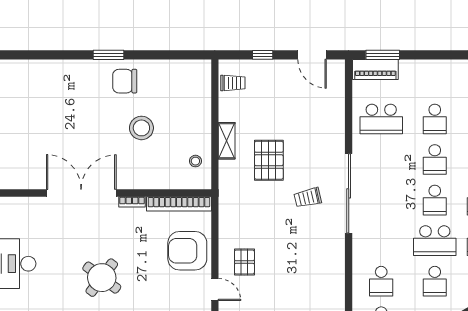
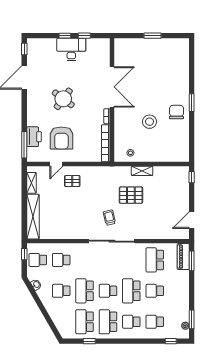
window: (263, 55) -> (192, 177), moved
trolley: (233, 83) -> (175, 174), removed
school desk: (435, 160) -> (131, 291), width x1.85
armchair: (187, 251) -> (61, 138), moved, turned 180

